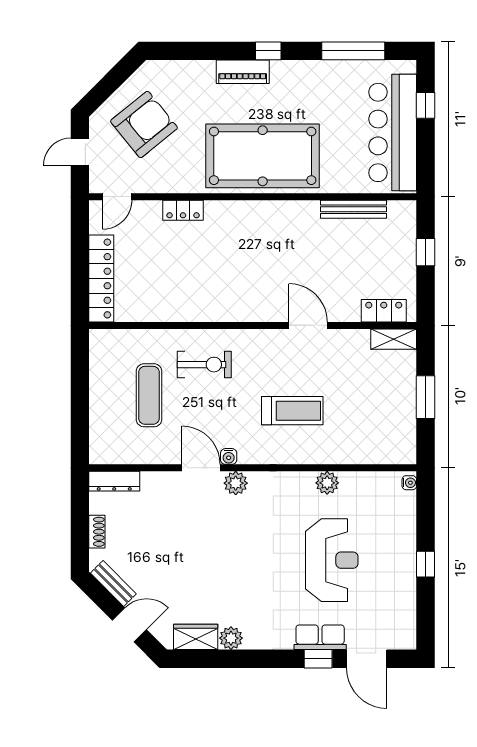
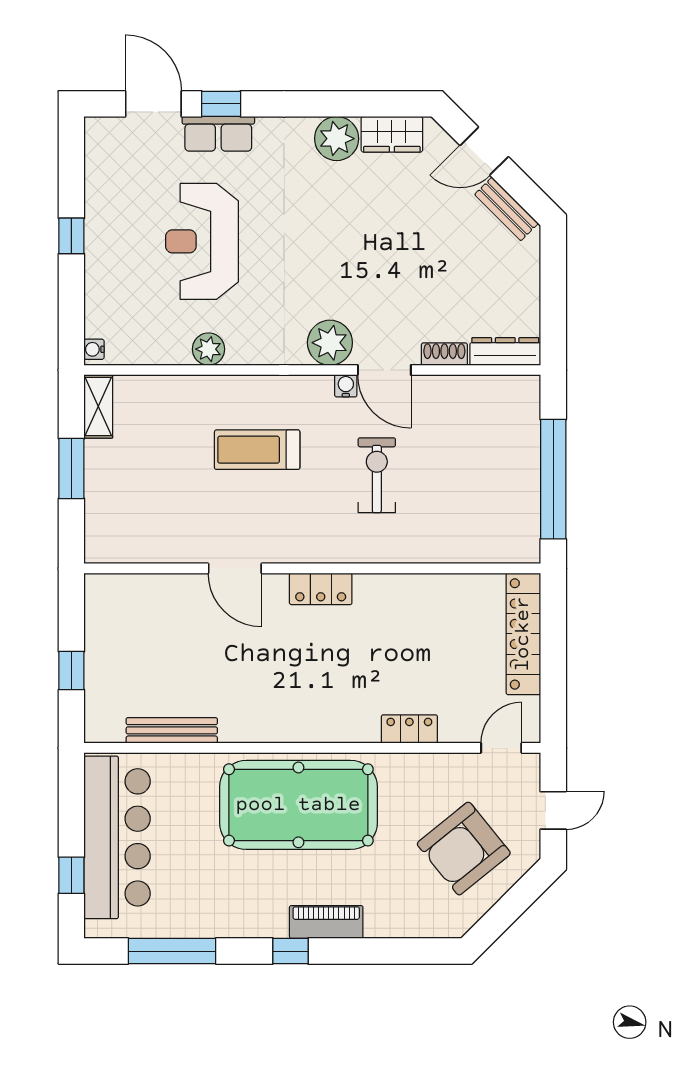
locker: (384, 311) -> (321, 589), moved
shelving: (394, 339) -> (98, 406), moved, turned 90
exercise bike: (204, 365) -> (377, 475), moved, turned 90
window: (80, 389) -> (553, 479), added
exercise mat: (149, 395) -> (457, 471), removed
plant: (236, 483) -> (330, 343), width x1.36, depth x1.36
shoe rack: (97, 532) -> (444, 354), moved, turned 90
plant: (231, 638) -> (337, 139), width x1.36, depth x1.36

